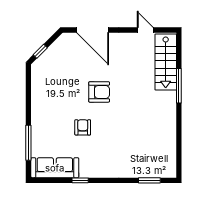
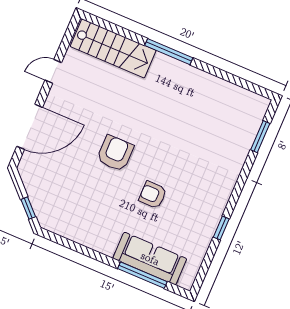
door: (145, 30) -> (53, 71), moved
window: (179, 86) -> (169, 52), moved
sofa: (55, 168) -> (150, 259), moved, turned 90

